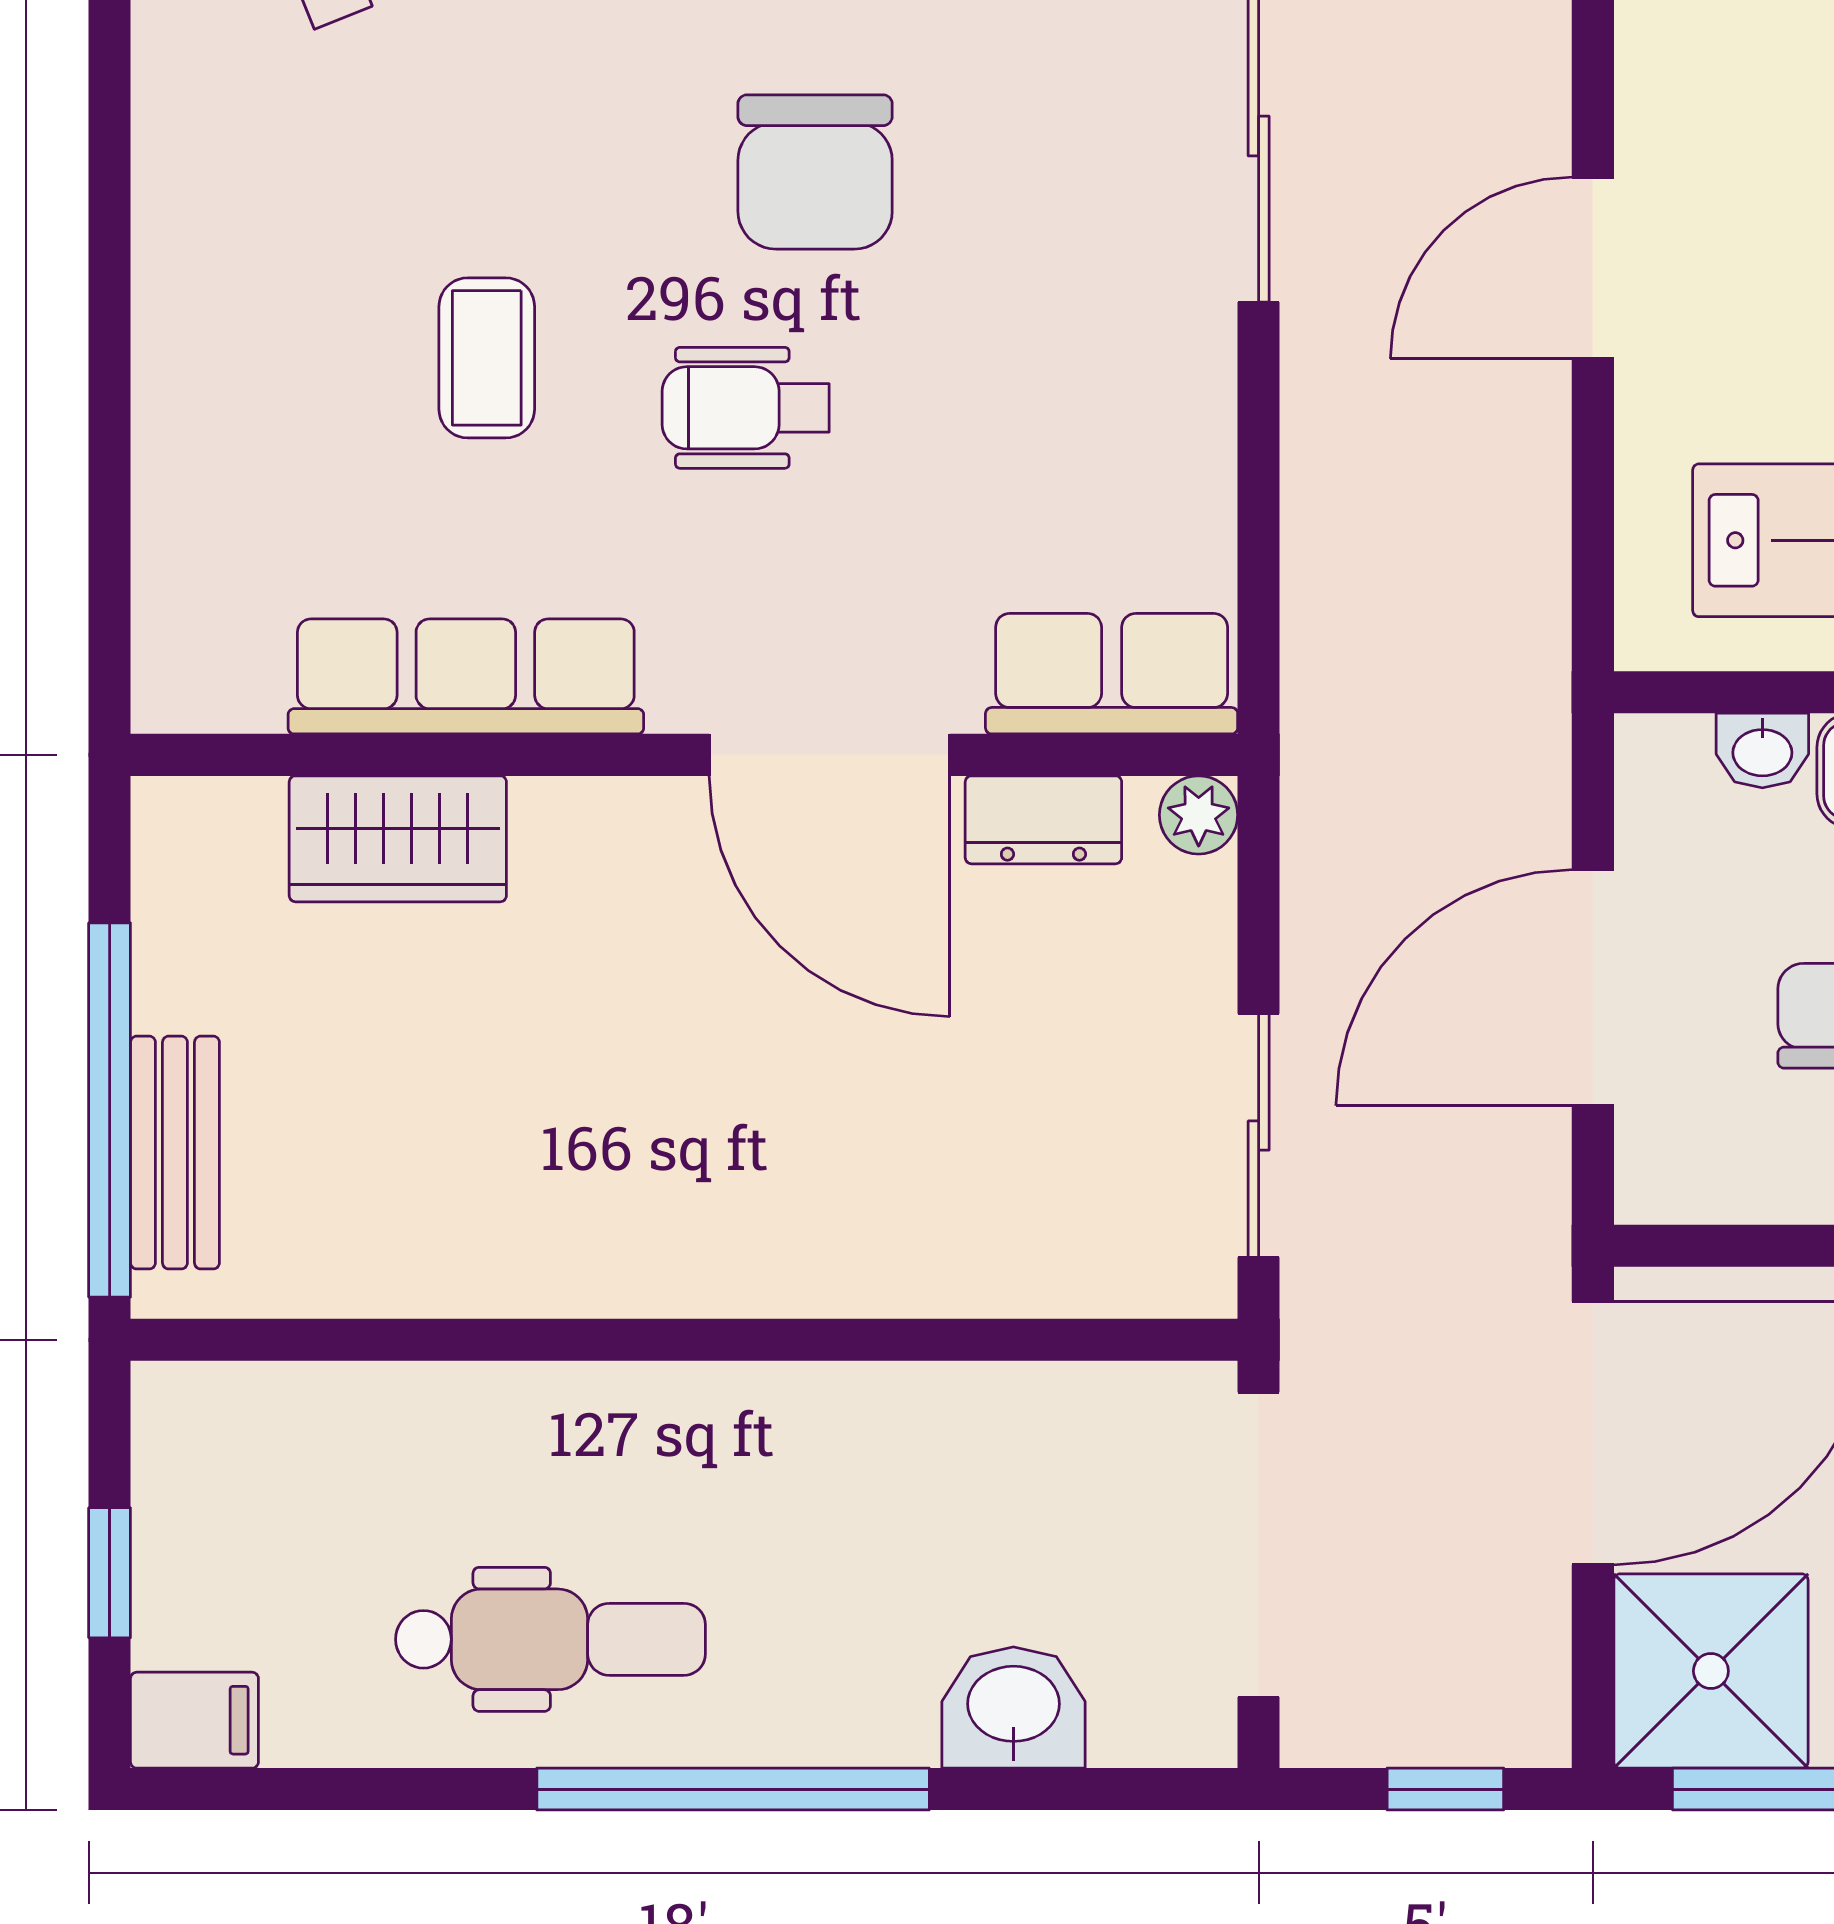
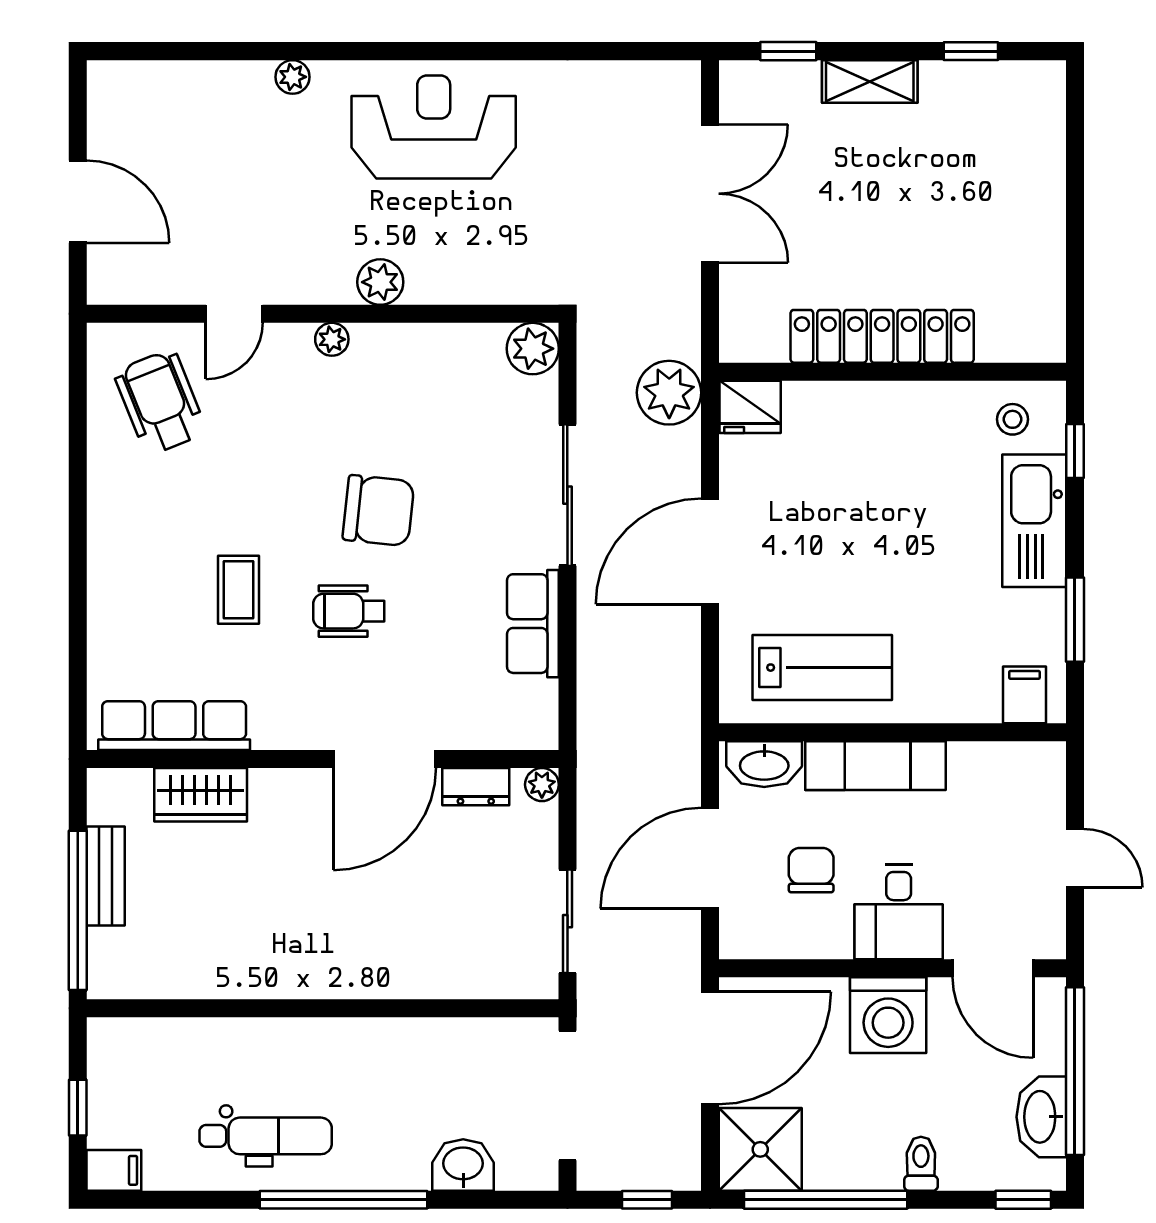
chair: (815, 172) -> (378, 511), turned -84
door: (1593, 268) -> (710, 551), width x1.36
row of seats: (1112, 674) -> (533, 624), moved, turned -90
row of seats: (466, 676) -> (174, 726), moved
washbasin: (1762, 750) -> (764, 764), width x1.91, depth x1.45
door: (830, 755) -> (385, 759), hinge flipped
bench: (175, 1153) -> (106, 876), moved

